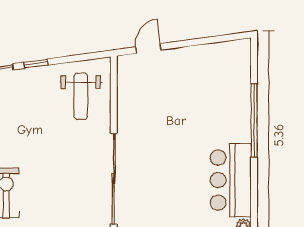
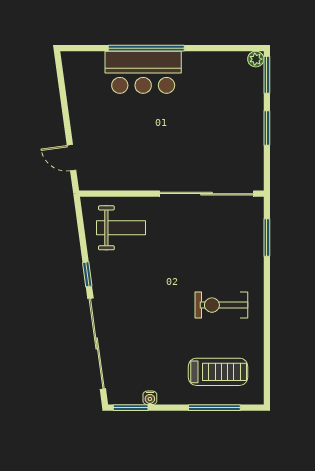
bar counter: (231, 180) -> (143, 72), moved

